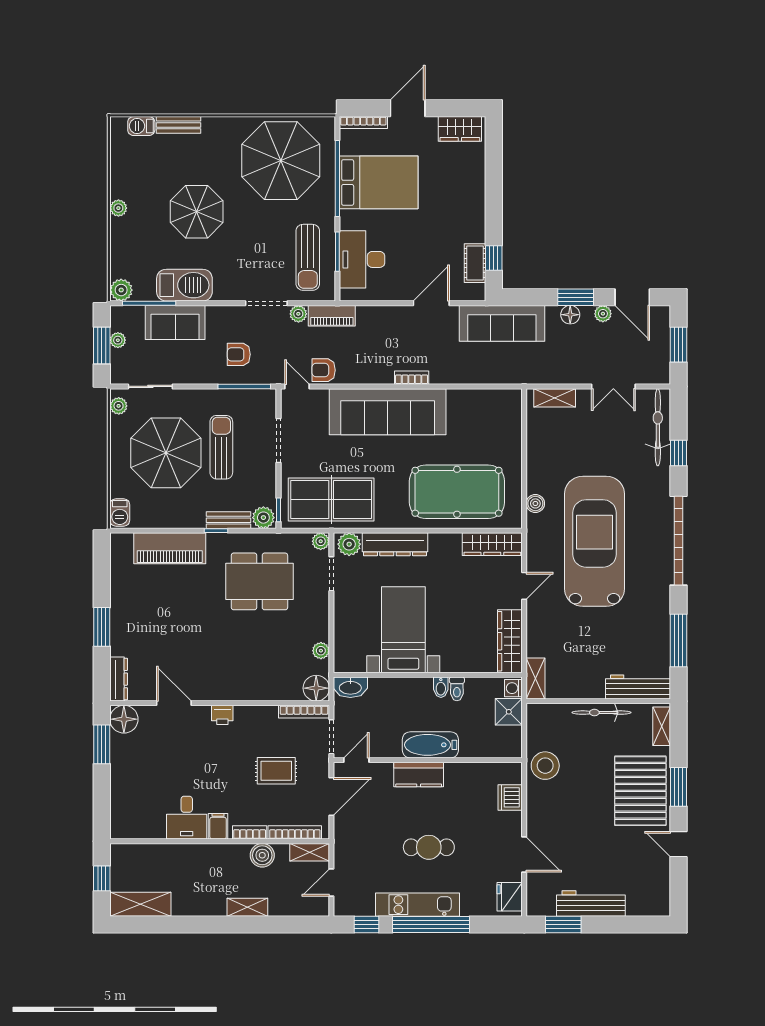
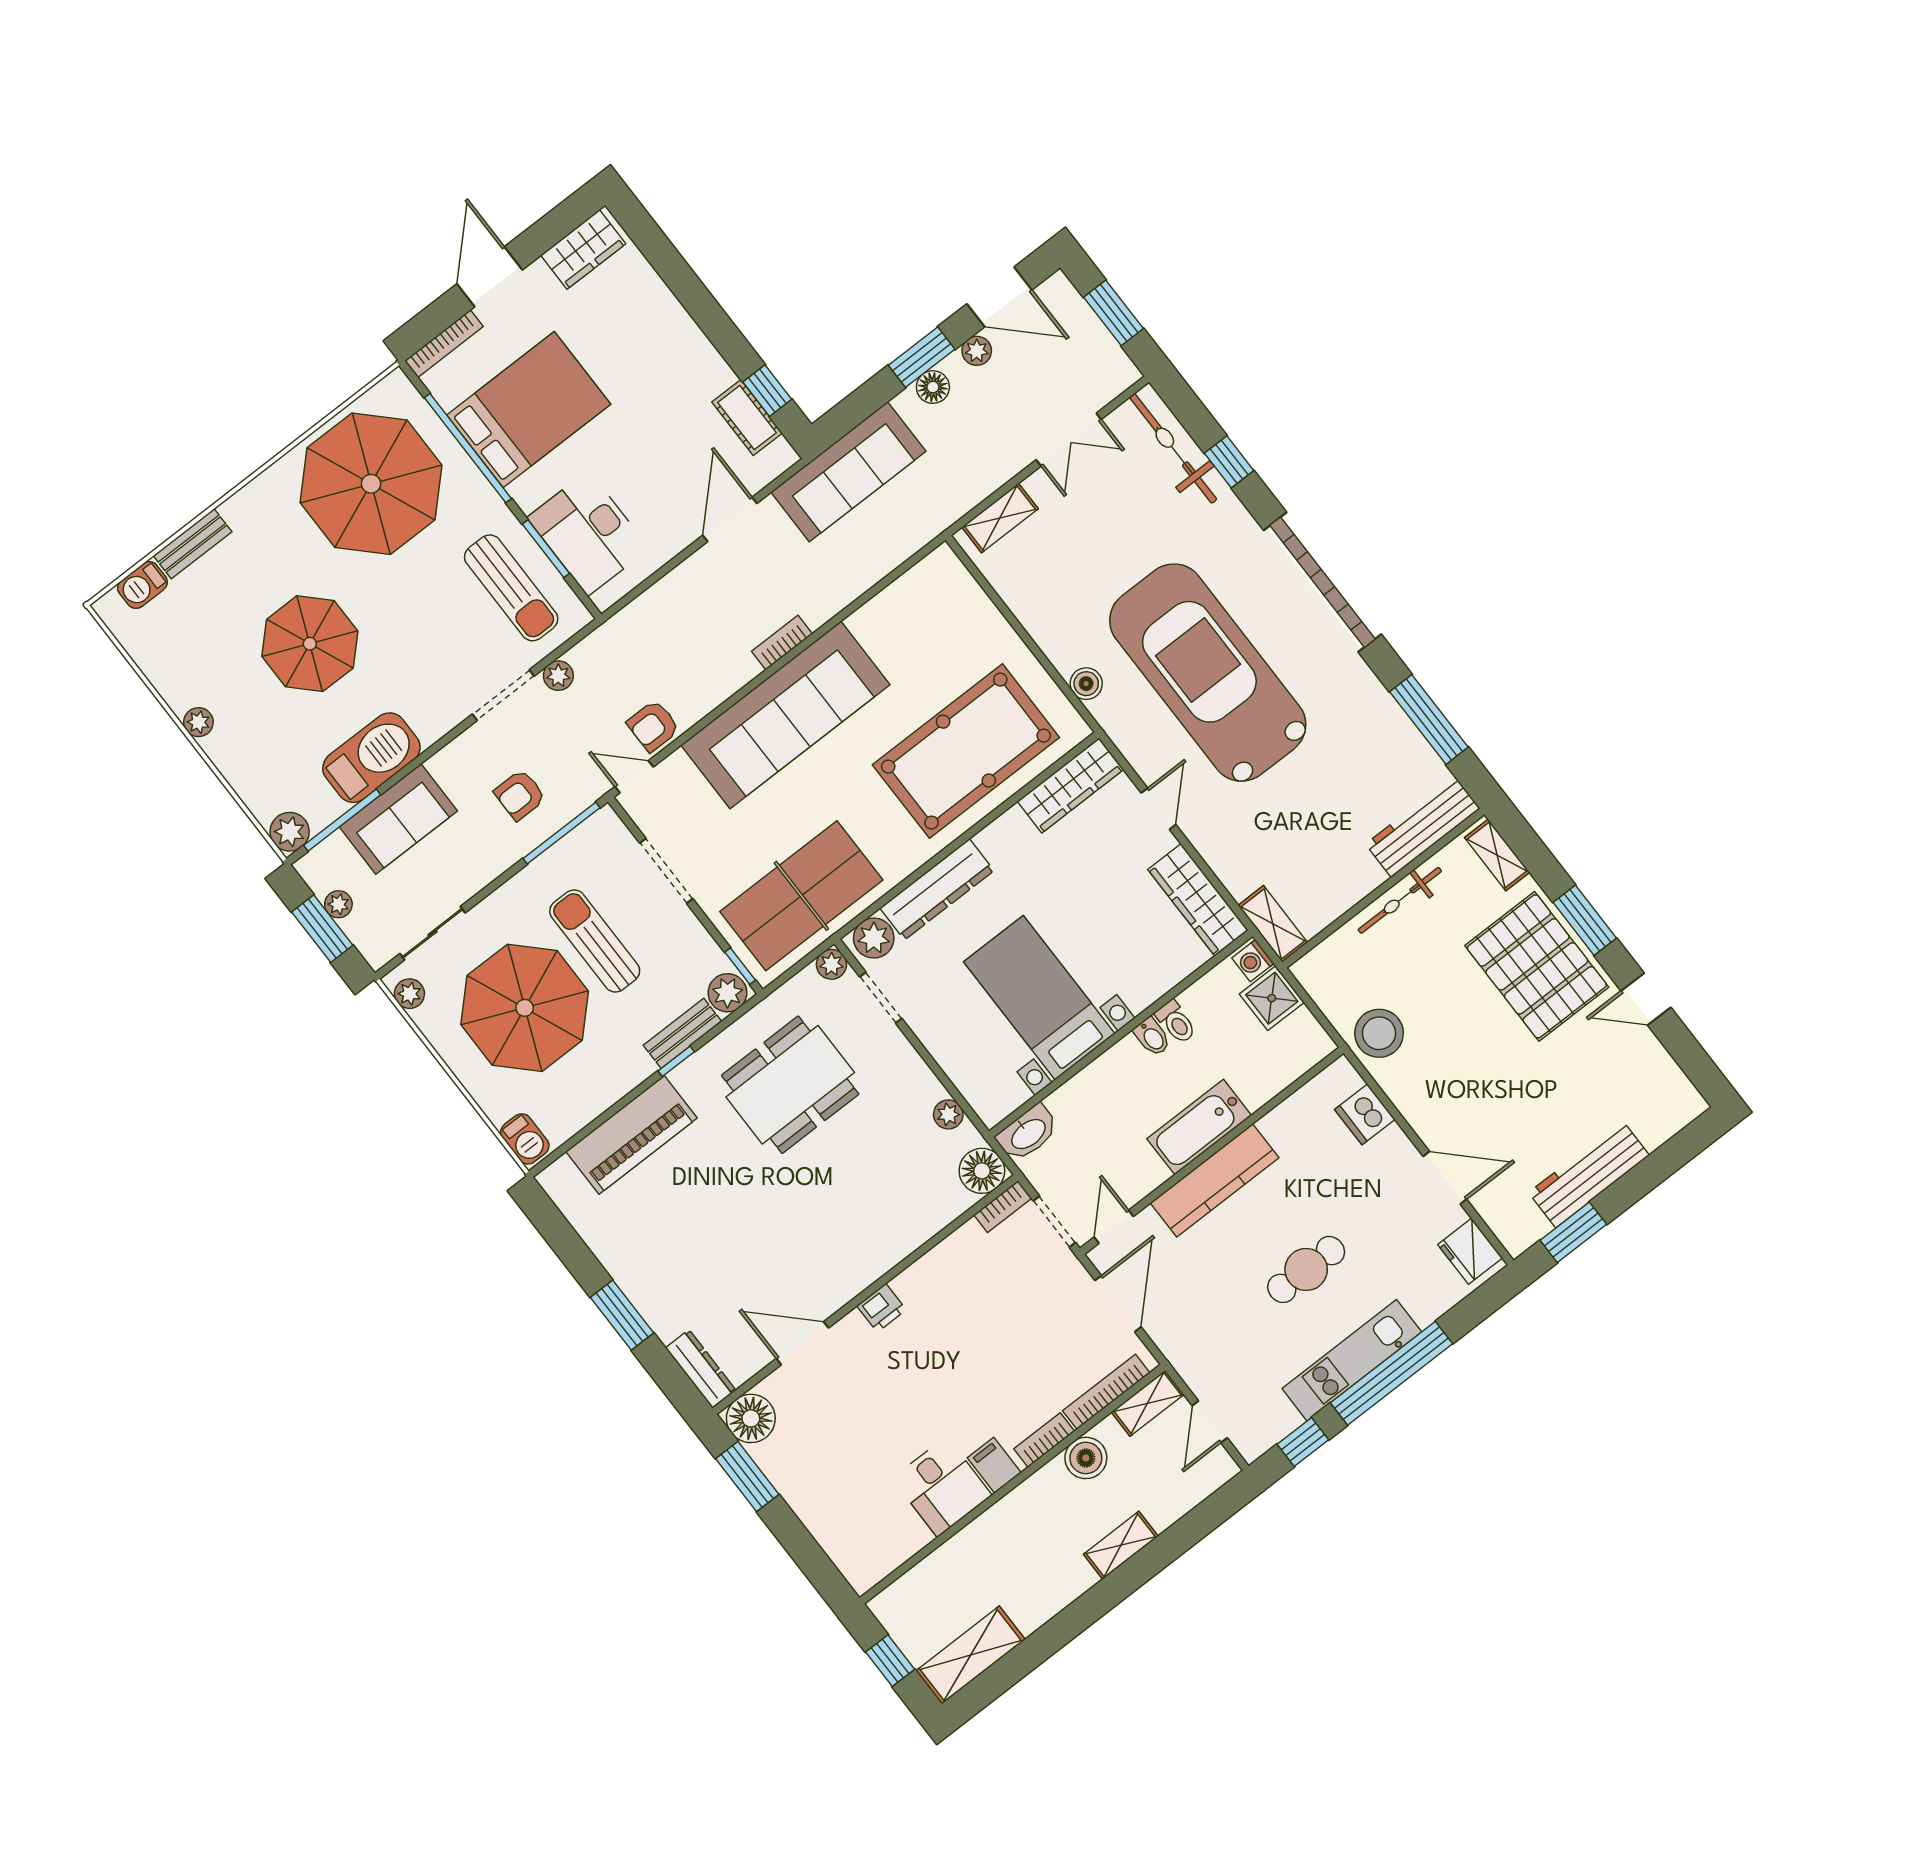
piano: (332, 316) -> (606, 643), removed
bookcase: (304, 712) -> (1003, 1207), width x0.64
rug: (276, 771) -> (1015, 1327), removed
kitchen counter: (419, 775) -> (1215, 1180), width x1.50

